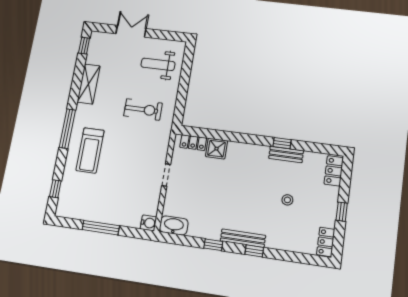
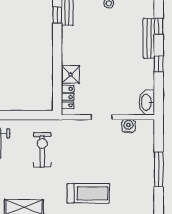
water cooler: (149, 223) -> (128, 126), moved

